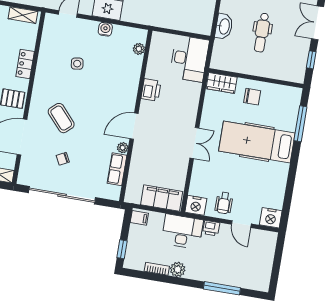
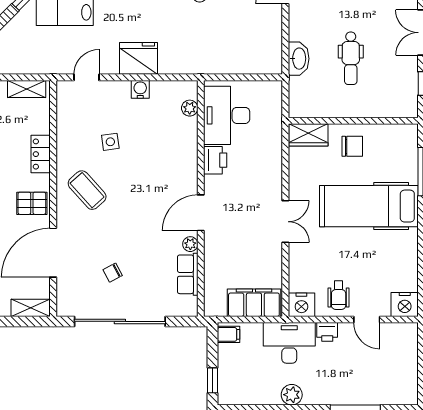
desk: (189, 59) -> (227, 115), moved, turned 180
coffee table: (61, 118) -> (87, 190), moved
bookcase: (157, 269) -> (263, 399), removed

